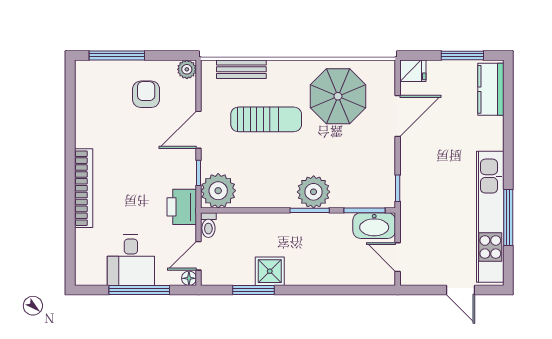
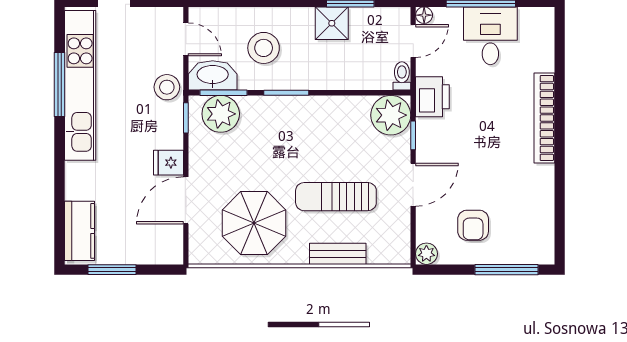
bench: (241, 69) -> (338, 254), moved
fridge: (413, 71) -> (168, 163), moved
plant: (314, 192) -> (221, 114), moved
stool: (414, 215) -> (167, 87), added
stool: (330, 250) -> (264, 48), added

